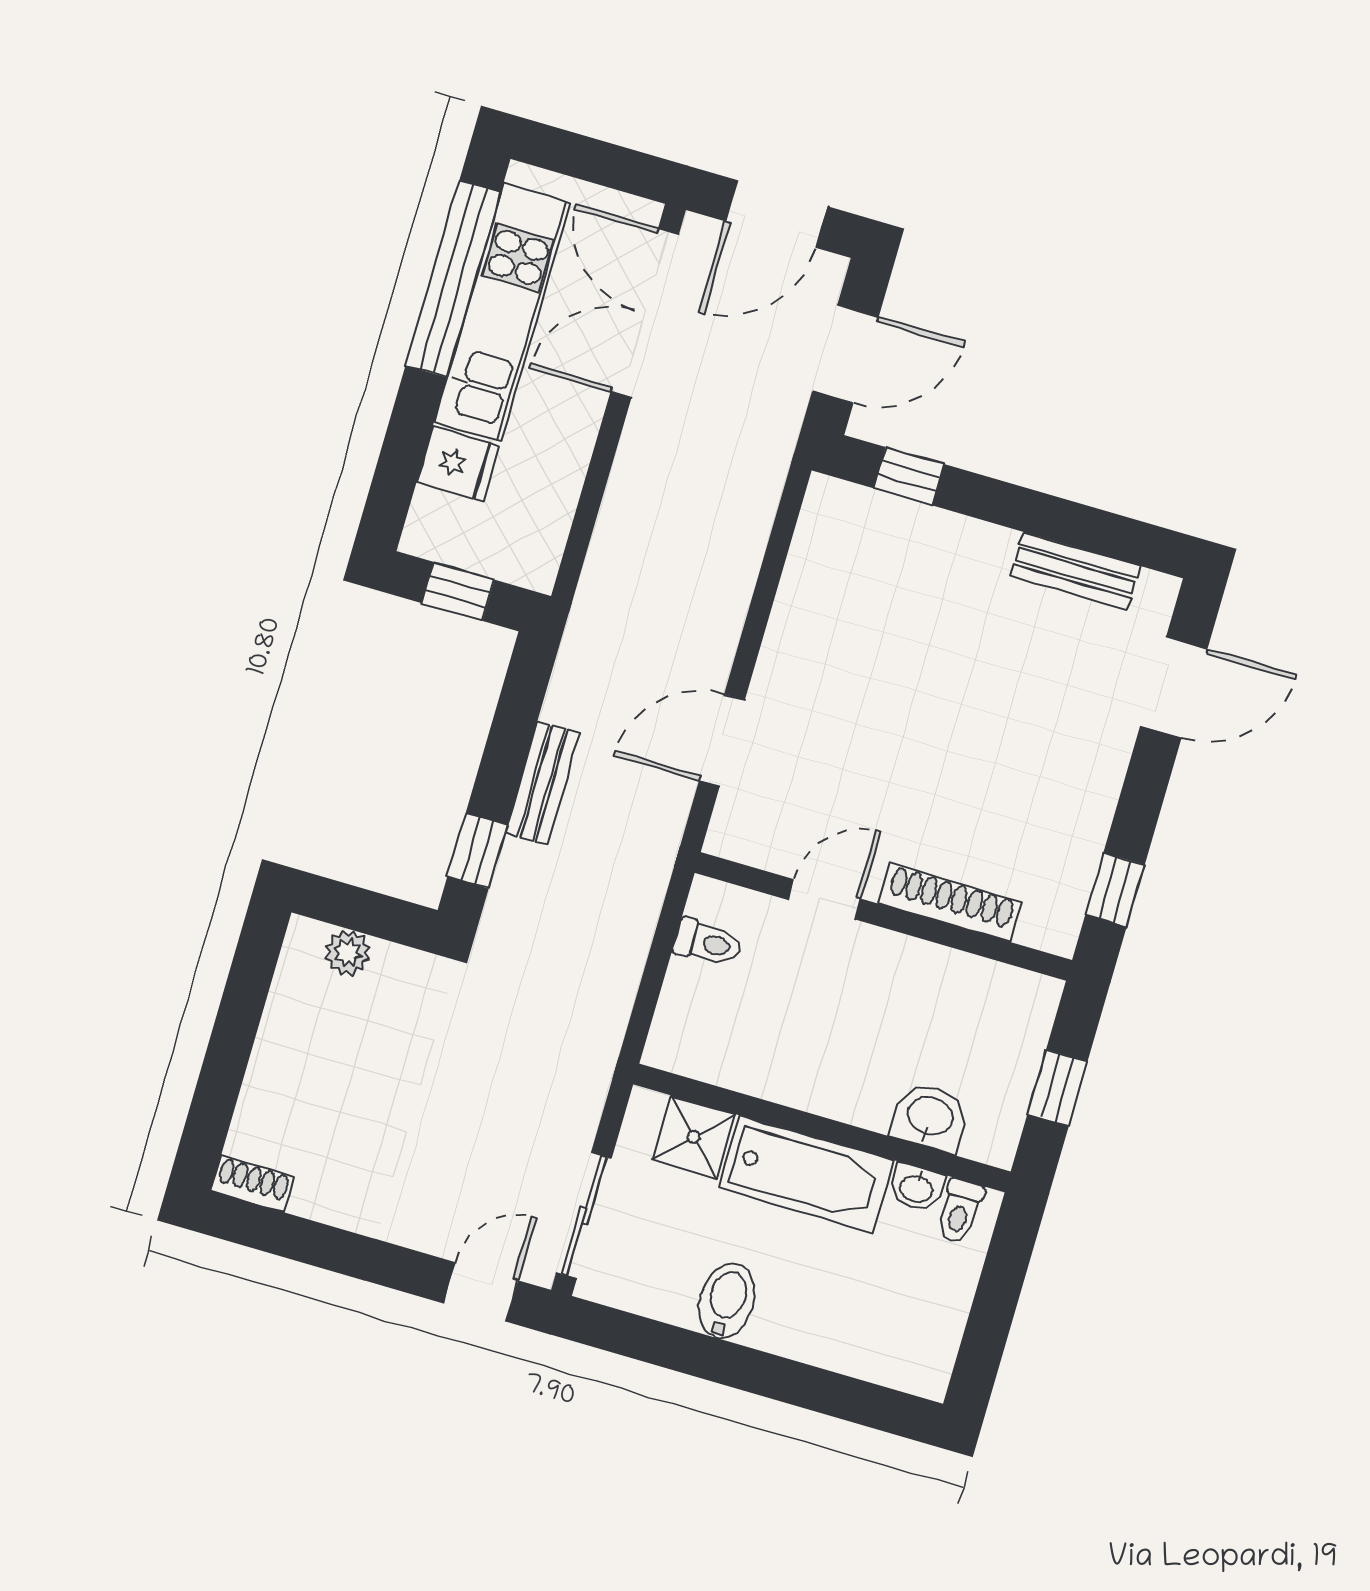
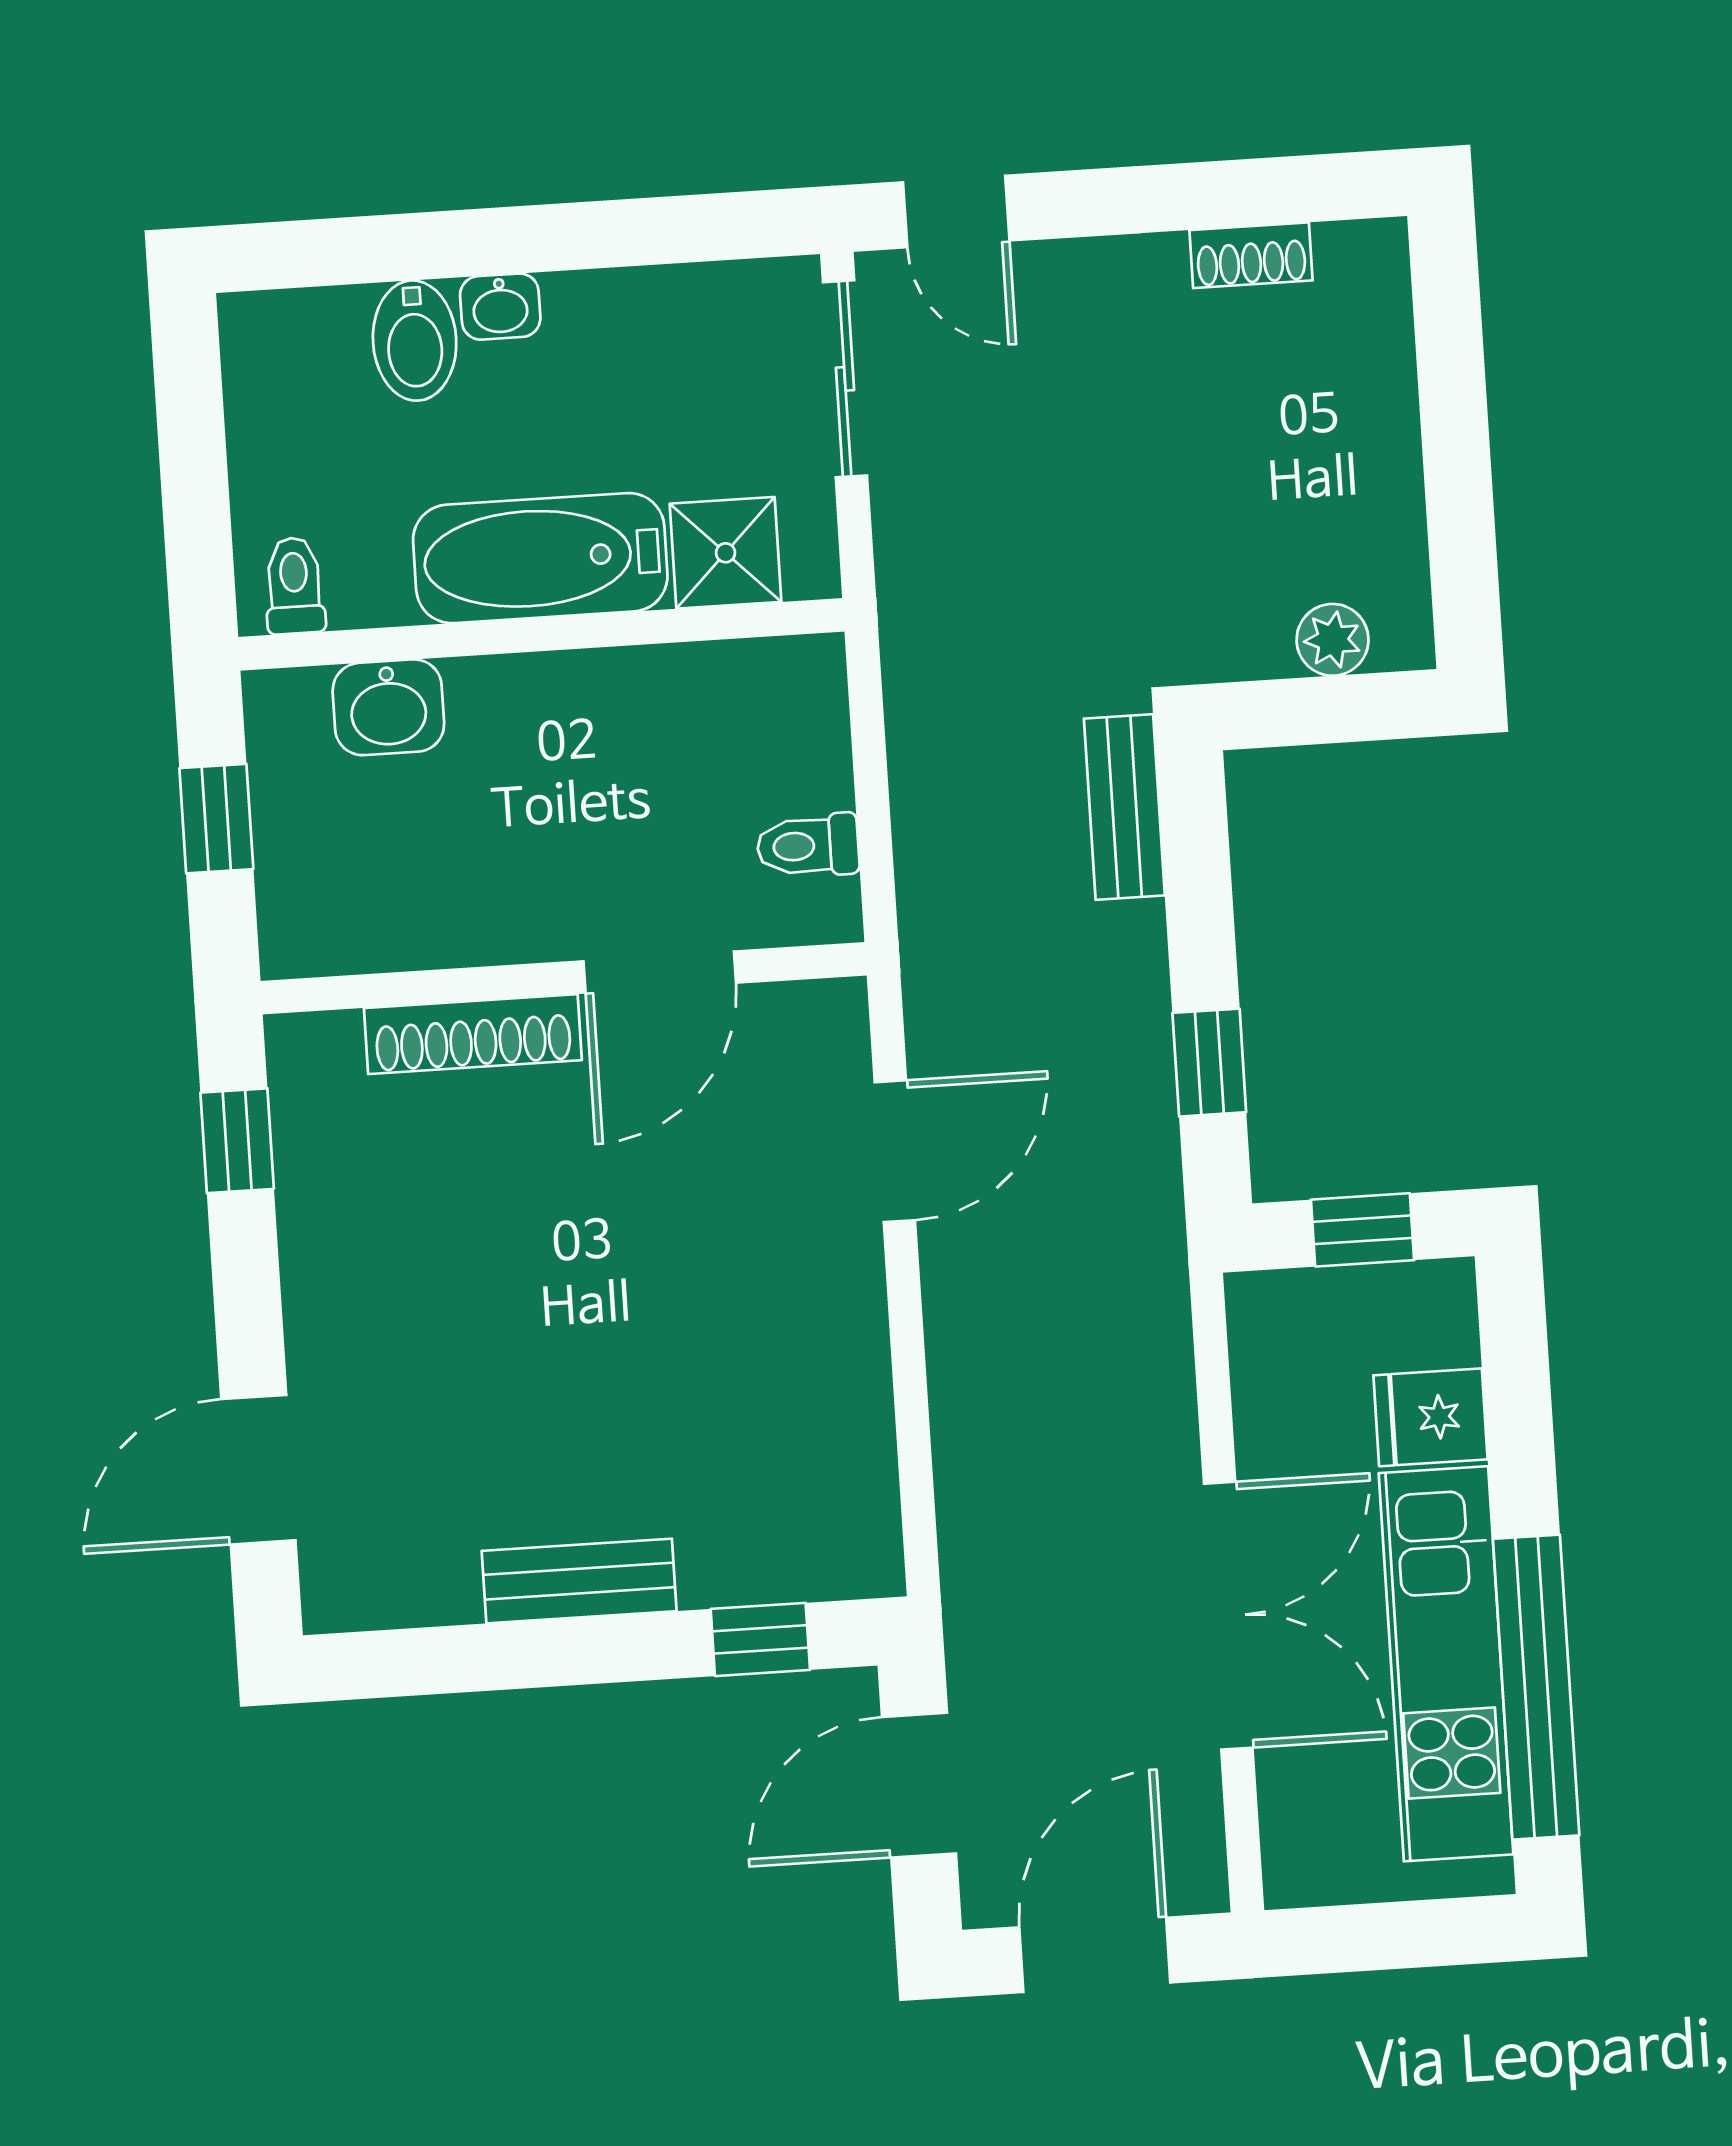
double door: (645, 313) -> (1228, 1616), moved
bench: (1075, 571) -> (579, 1581), moved
bench: (542, 783) -> (1124, 807), moved
window: (477, 851) -> (1209, 1063), moved
door: (824, 899) -> (660, 972), width x1.38
shoe rack: (252, 1184) -> (1251, 255), moved
washbasin: (916, 1188) -> (500, 307), moved, turned 180
door: (481, 1292) -> (956, 211), hinge flipped
bidet: (727, 1301) -> (415, 341), moved

